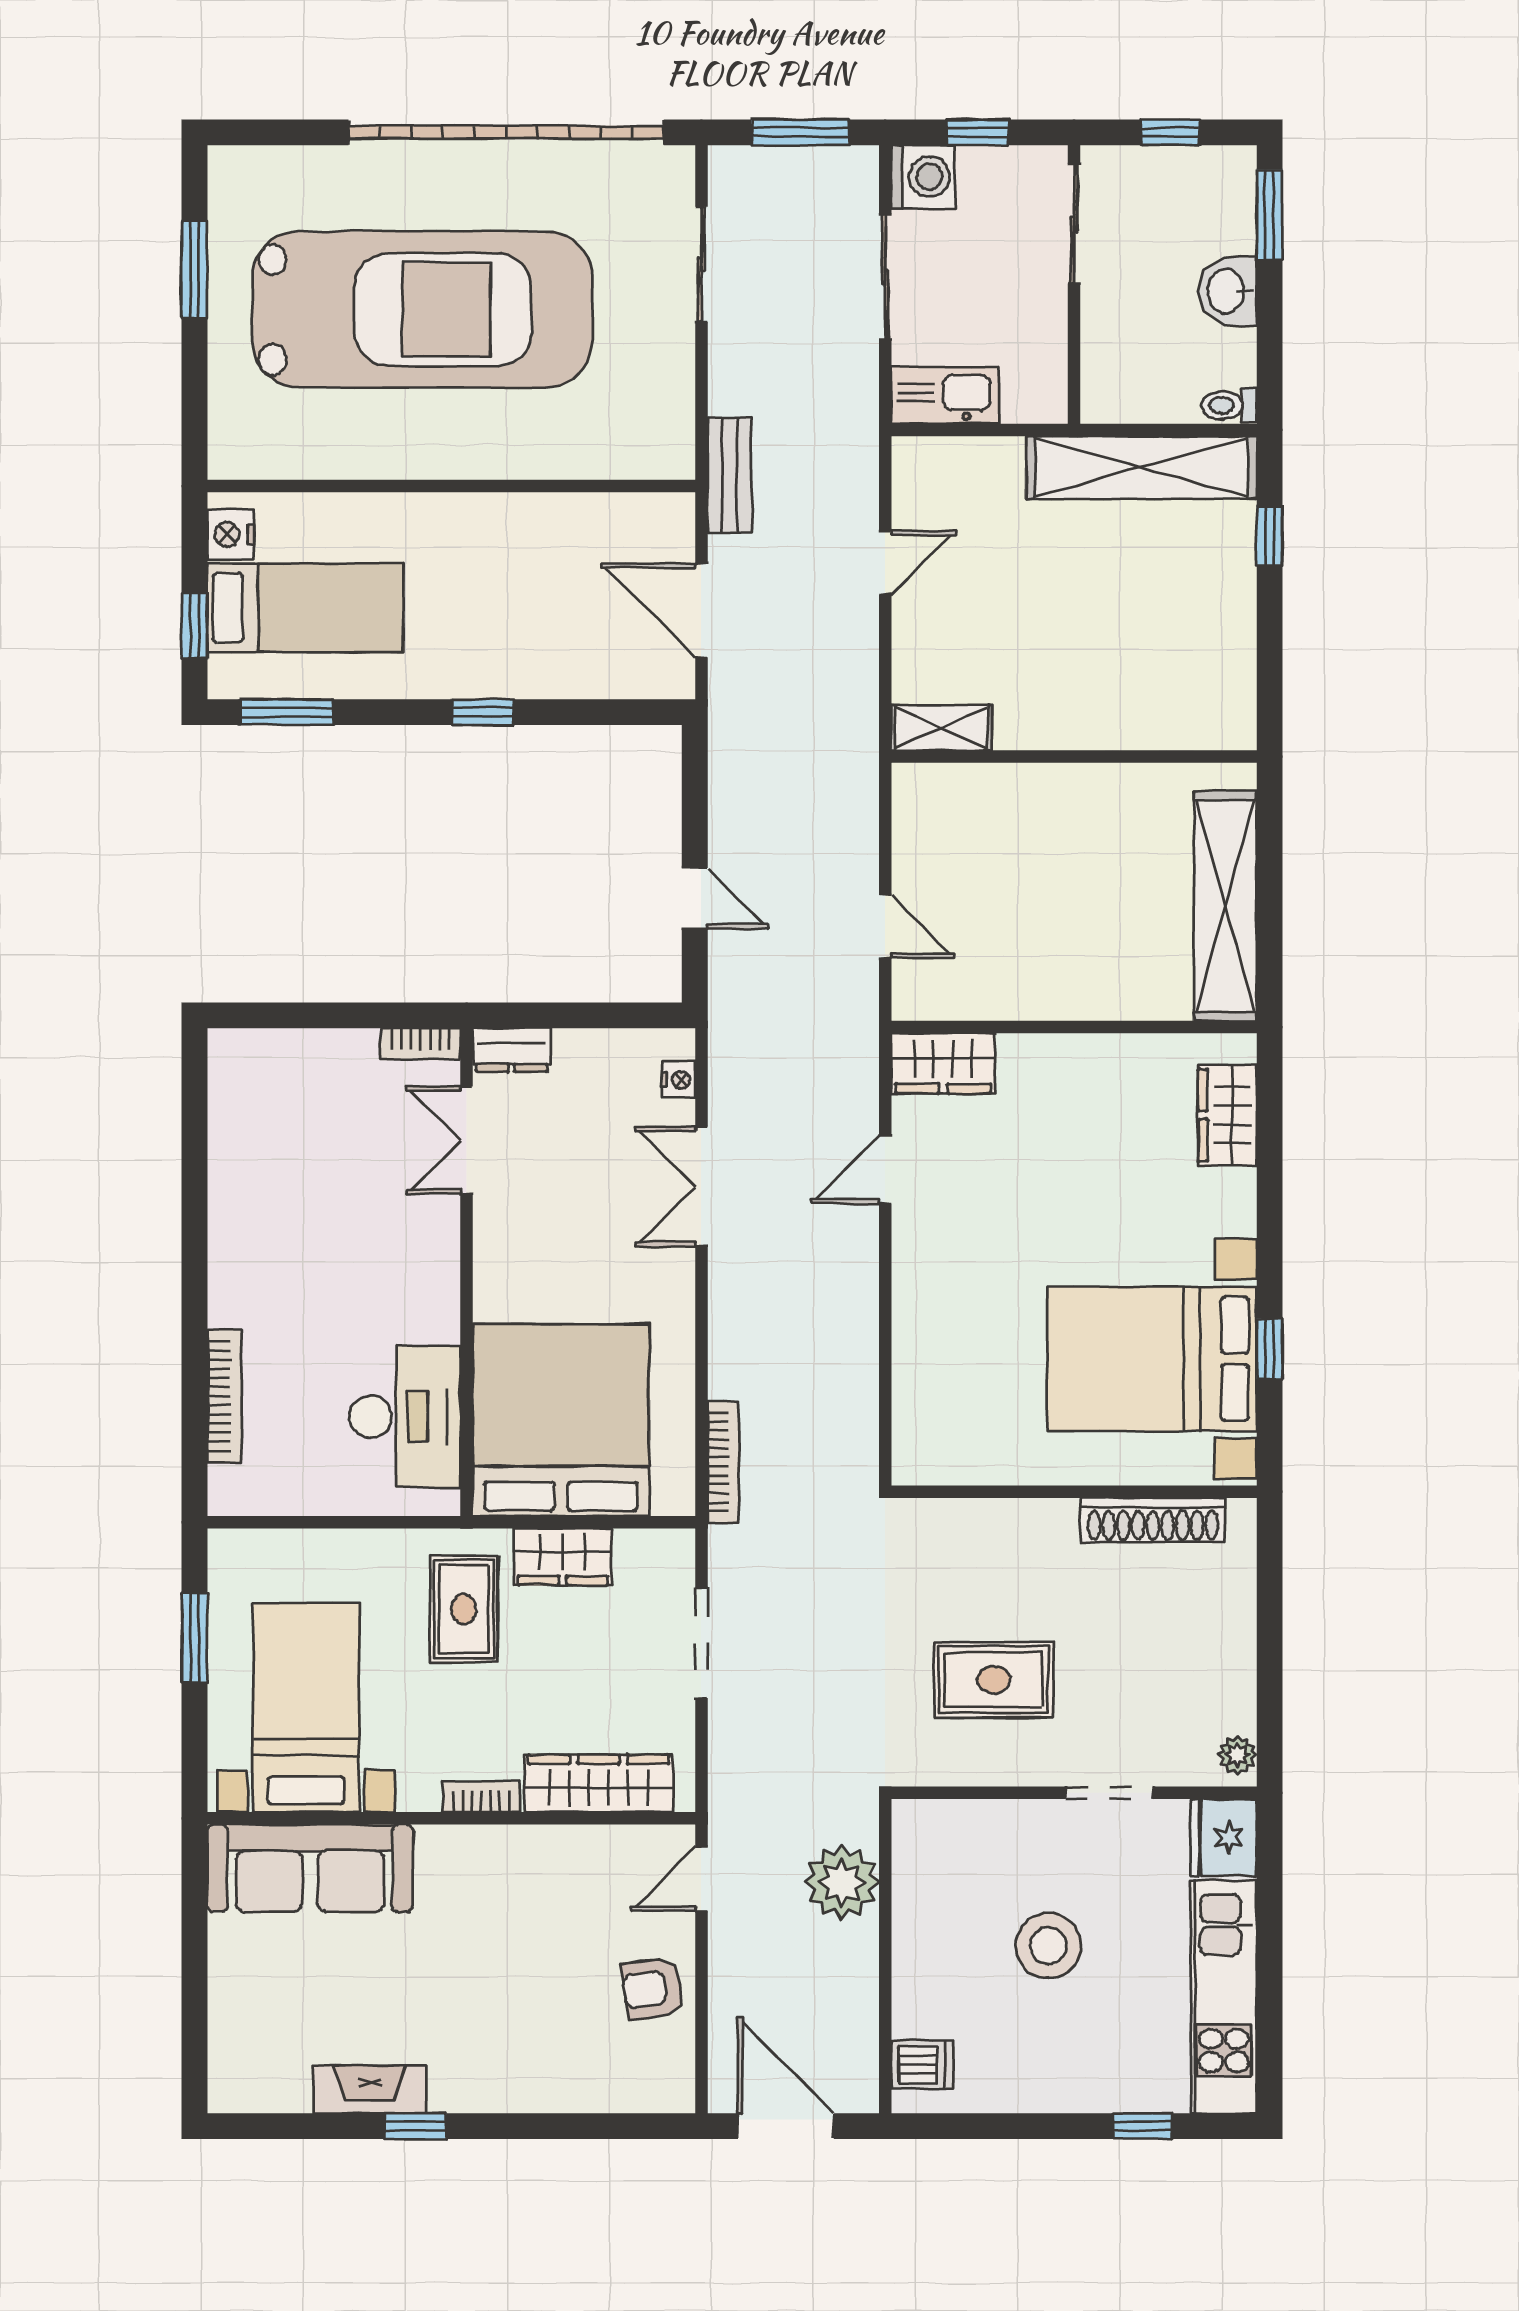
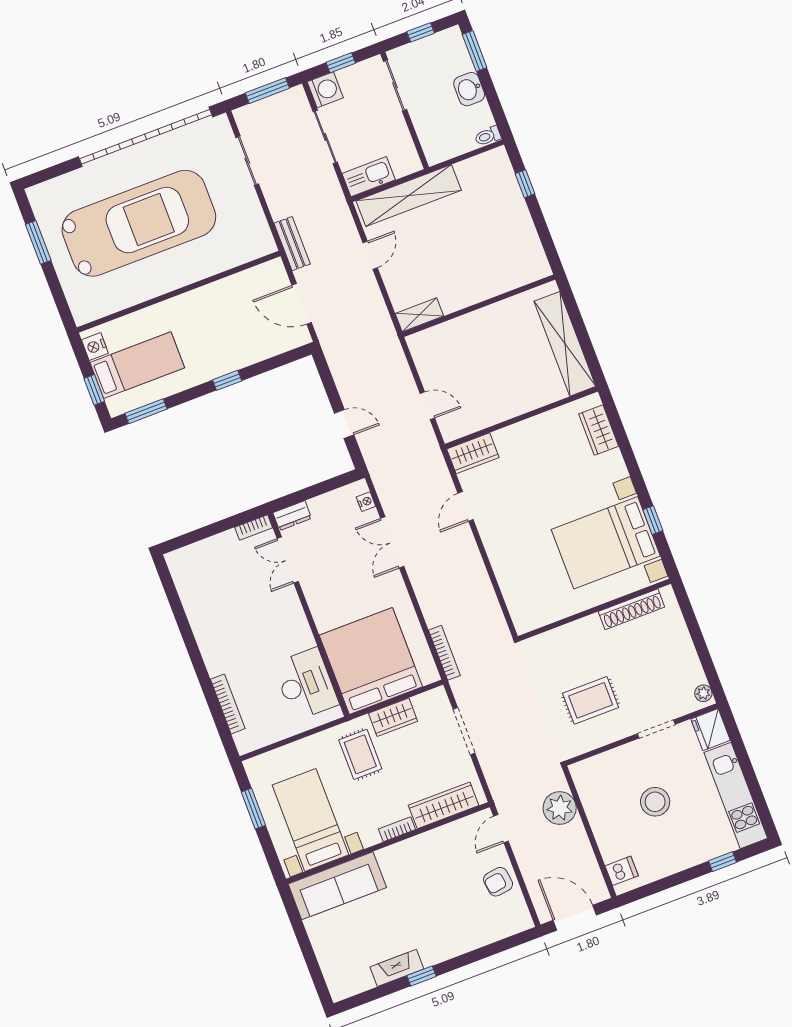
shelving: (1141, 467) -> (409, 196), moved

